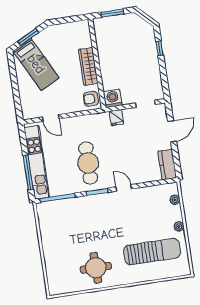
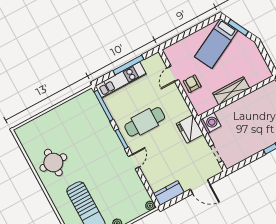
armchair: (91, 99) -> (192, 84), moved
fridge: (117, 118) -> (190, 129), width x1.88, depth x1.34
kitchen unit: (37, 162) -> (121, 80), width x0.73
window: (28, 172) -> (128, 65), moved
plant: (175, 200) -> (150, 206), moved

